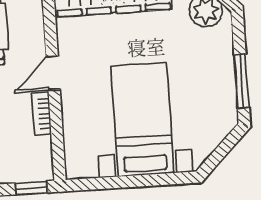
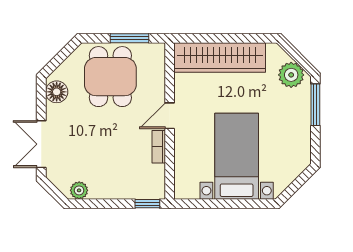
window: (242, 81) -> (315, 105), moved

